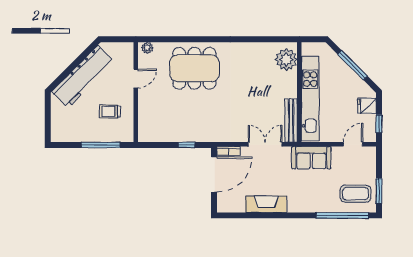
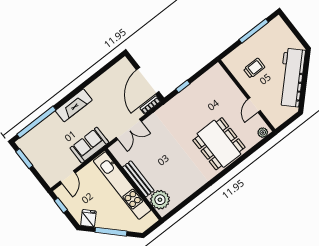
dining table: (194, 68) -> (219, 144), turned 90
fridge: (367, 106) -> (88, 218), moved, turned -45
bench: (291, 120) -> (138, 179), moved
window: (101, 145) -> (254, 31), moved
coffee table: (356, 194) -> (39, 144), removed
fireplace: (266, 204) -> (74, 105), moved

